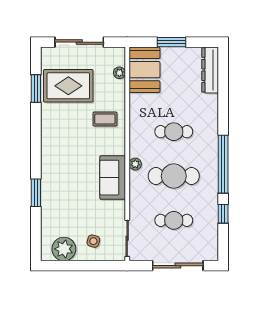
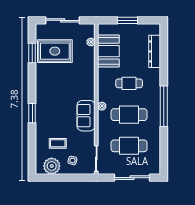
booth: (144, 70) -> (108, 51), moved
dresser: (210, 70) -> (155, 51), moved
coffee table: (105, 119) -> (58, 143), moved
window: (36, 193) -> (32, 113), moved
window: (223, 214) -> (164, 141), removed
cafe table: (174, 220) -> (129, 146), width x1.37, depth x1.35

